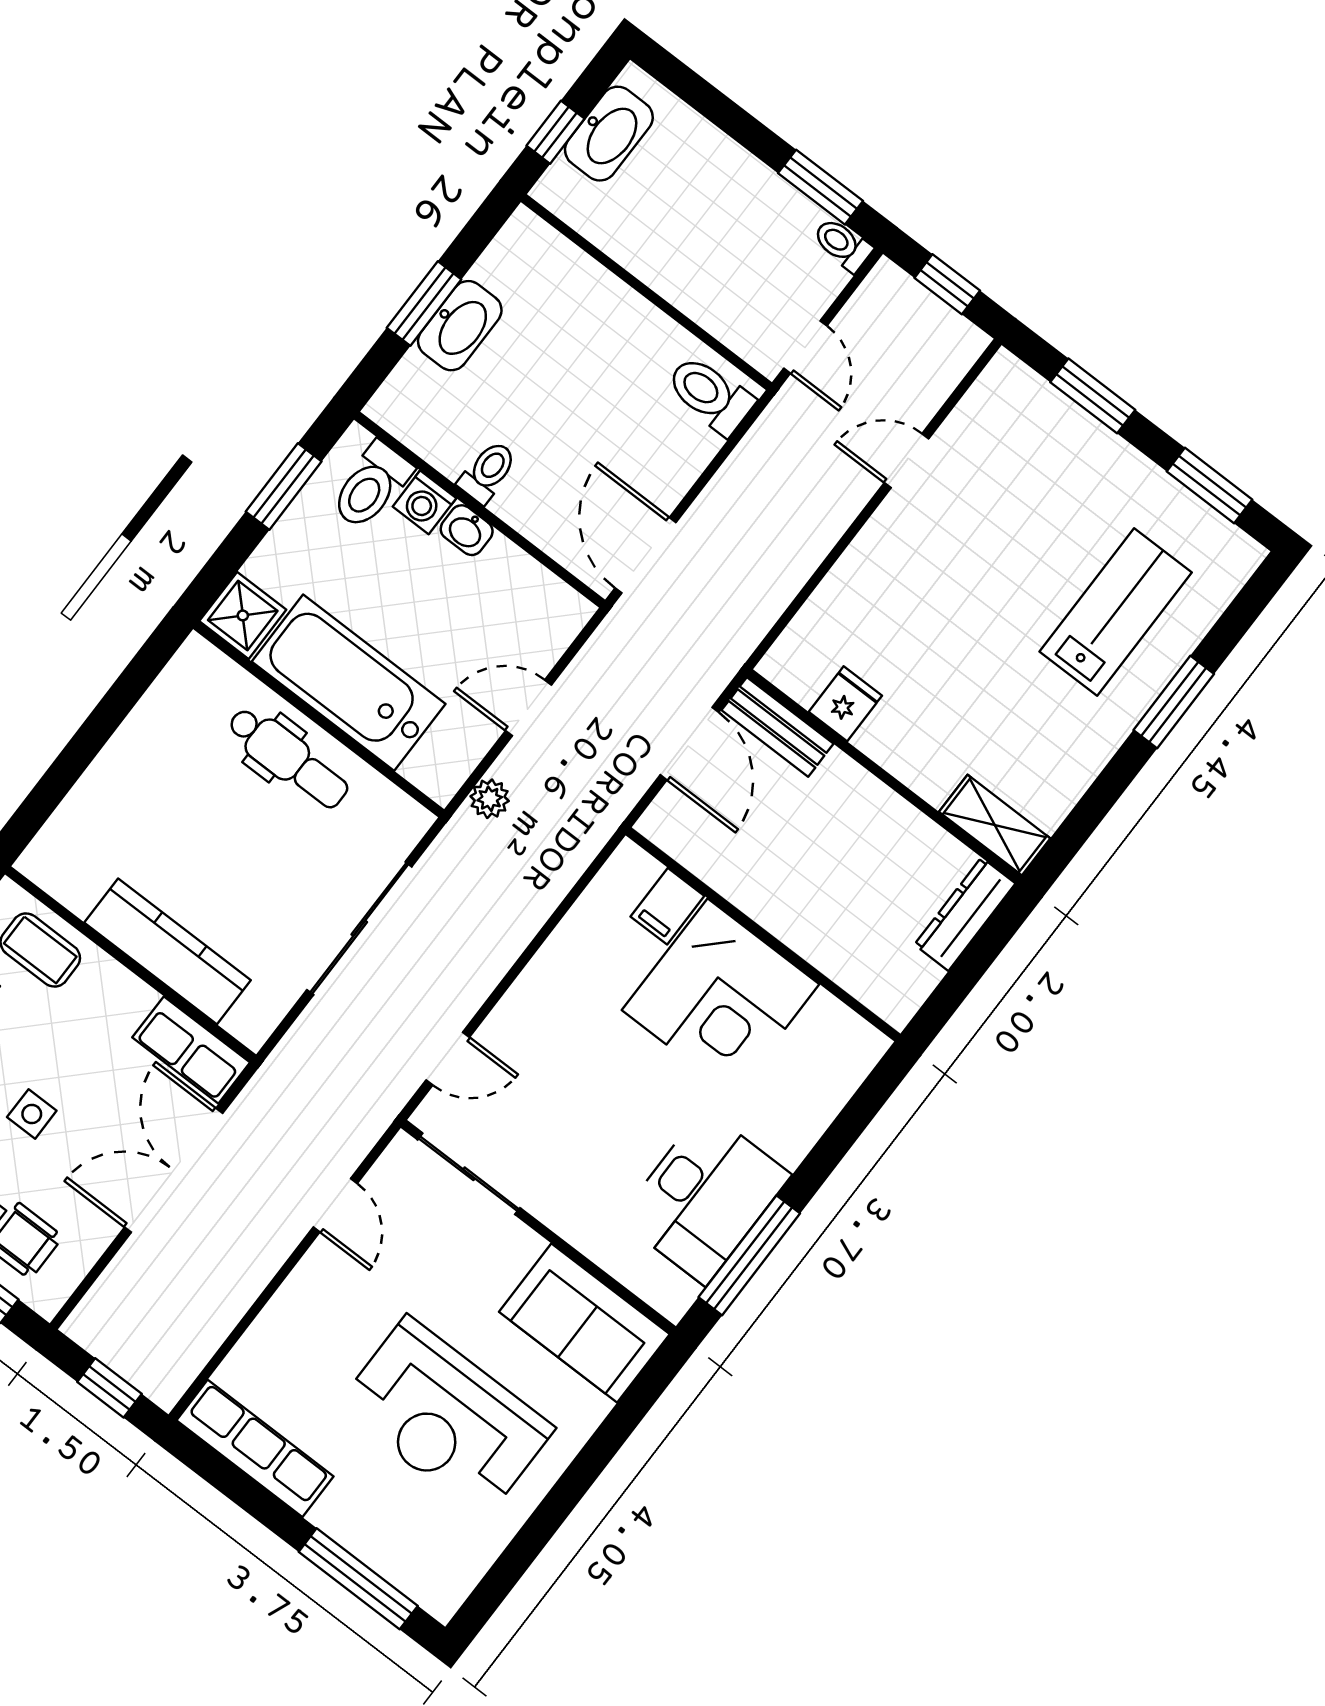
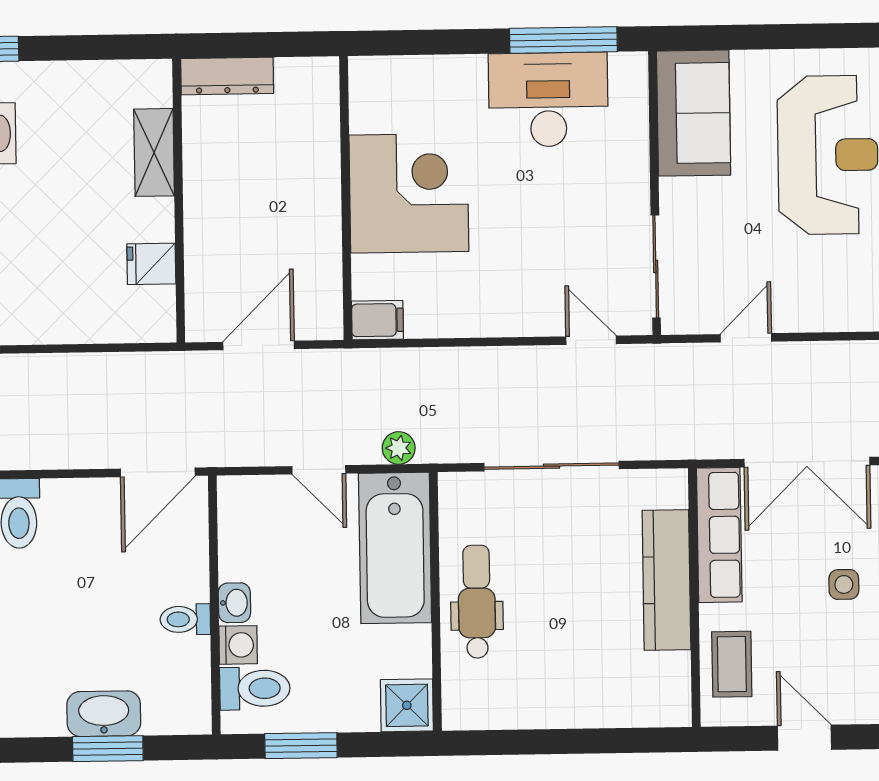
bathtub: (349, 683) -> (395, 548), moved
bench: (777, 727) -> (202, 296), removed
shelving: (995, 825) -> (154, 152), moved
filing cabinet: (667, 906) -> (377, 320), moved
row of seats: (191, 1050) -> (719, 535), width x1.48

